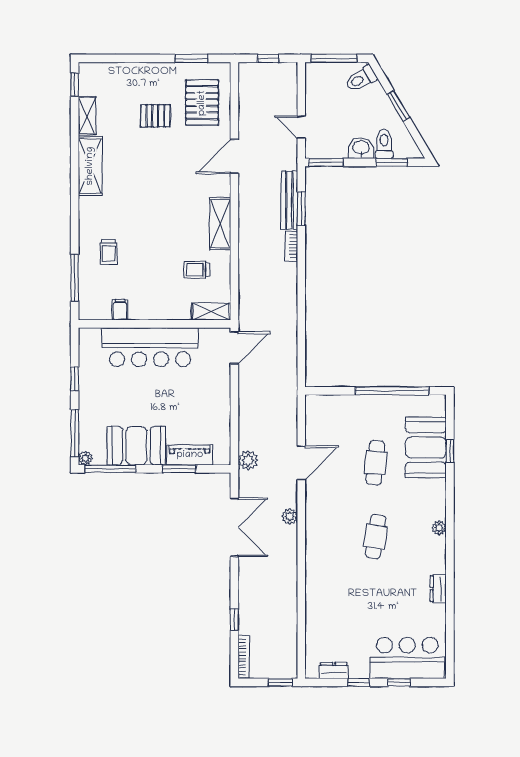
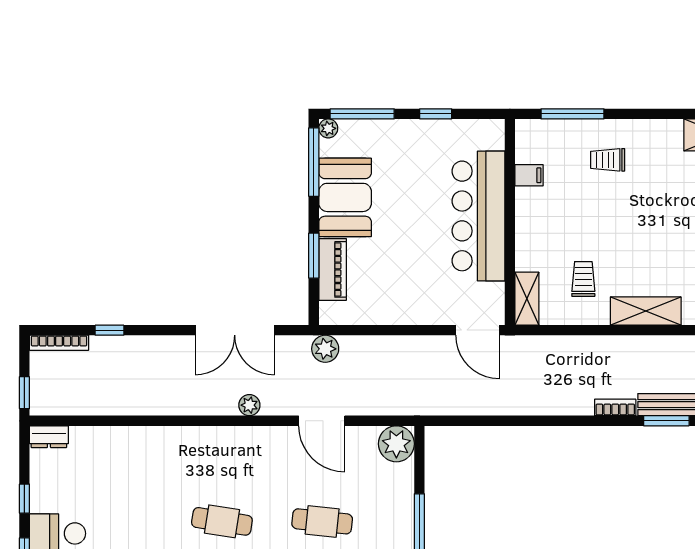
plant: (318, 408) -> (396, 444), added
dresser: (334, 671) -> (49, 437), moved, turned 90

